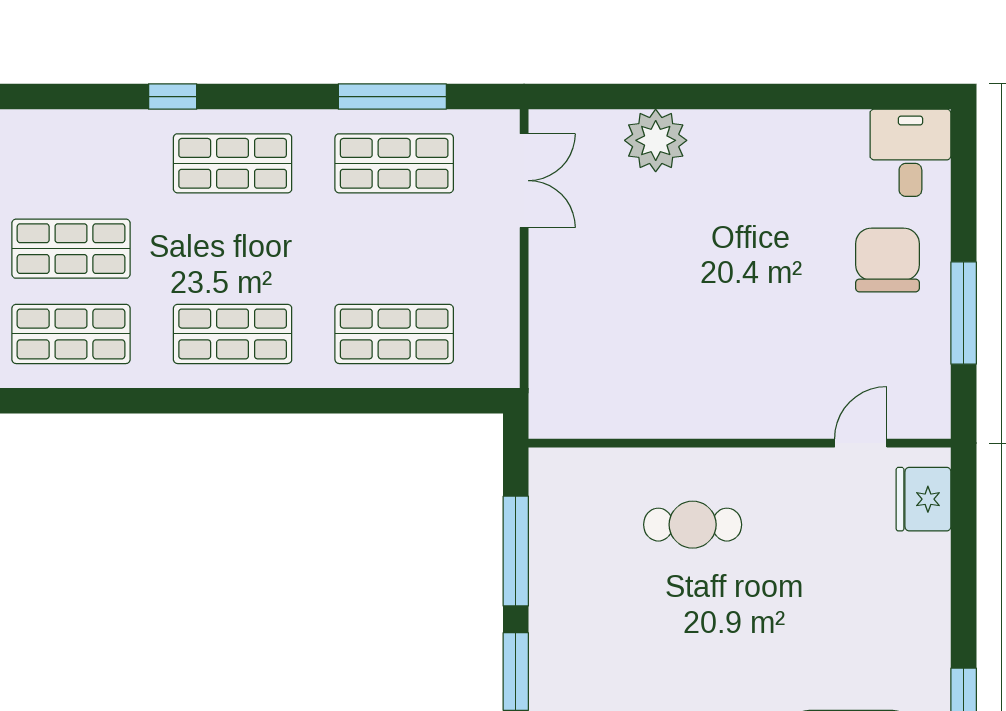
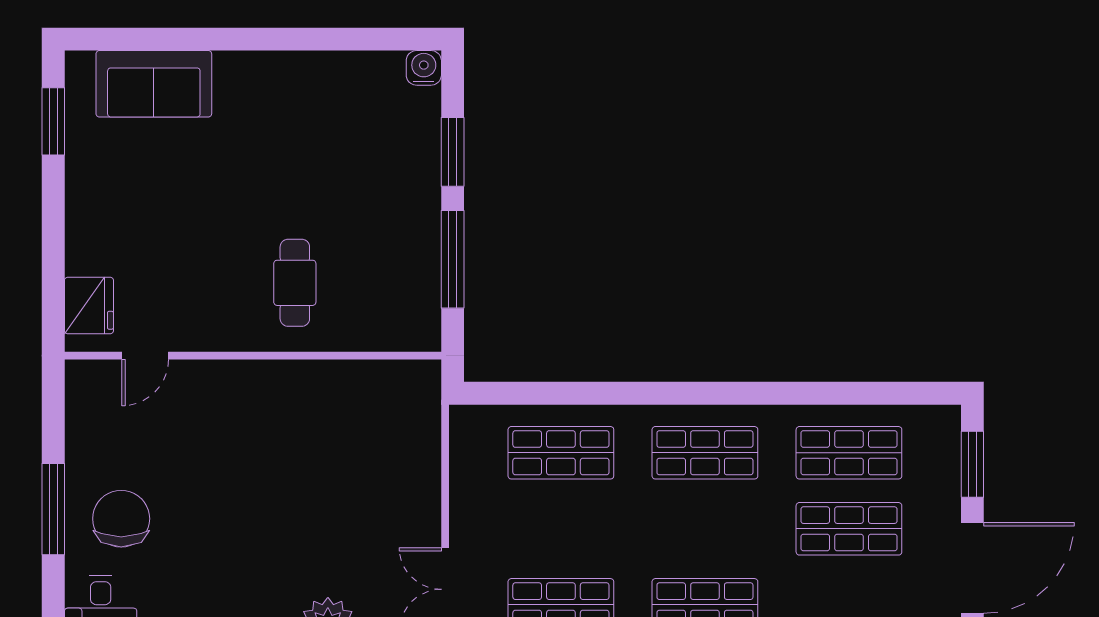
chair: (887, 260) -> (121, 519), turned 180
window: (964, 313) -> (53, 509), moved
cafe table: (693, 525) -> (295, 283), turned 90

